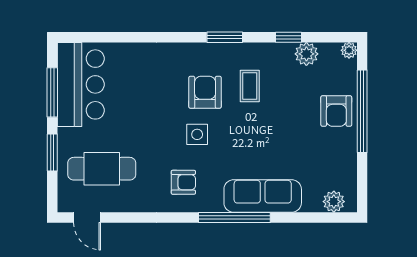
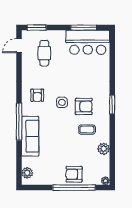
window: (225, 37) -> (112, 105), moved
window: (289, 37) -> (112, 150), removed
plant: (306, 54) -> (104, 149), moved
window: (52, 152) -> (37, 28), moved
cafe table: (102, 169) -> (44, 53), width x0.73, depth x0.74

